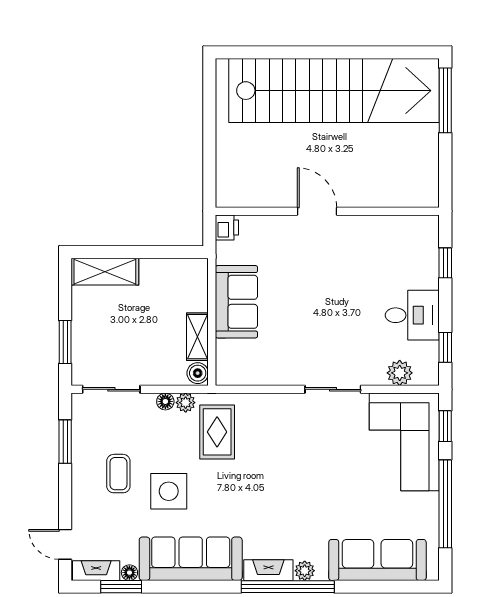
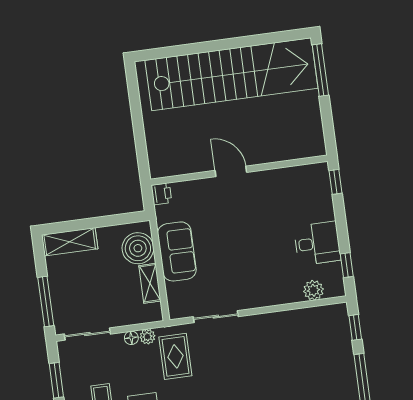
window: (445, 263) -> (335, 182), moved
window: (65, 342) -> (46, 302), width x1.44
boiler: (198, 373) -> (138, 248), moved, width x1.86, depth x1.86
sliding door: (333, 389) -> (216, 317), moved
corner sofa: (404, 442) -> (324, 344), removed

